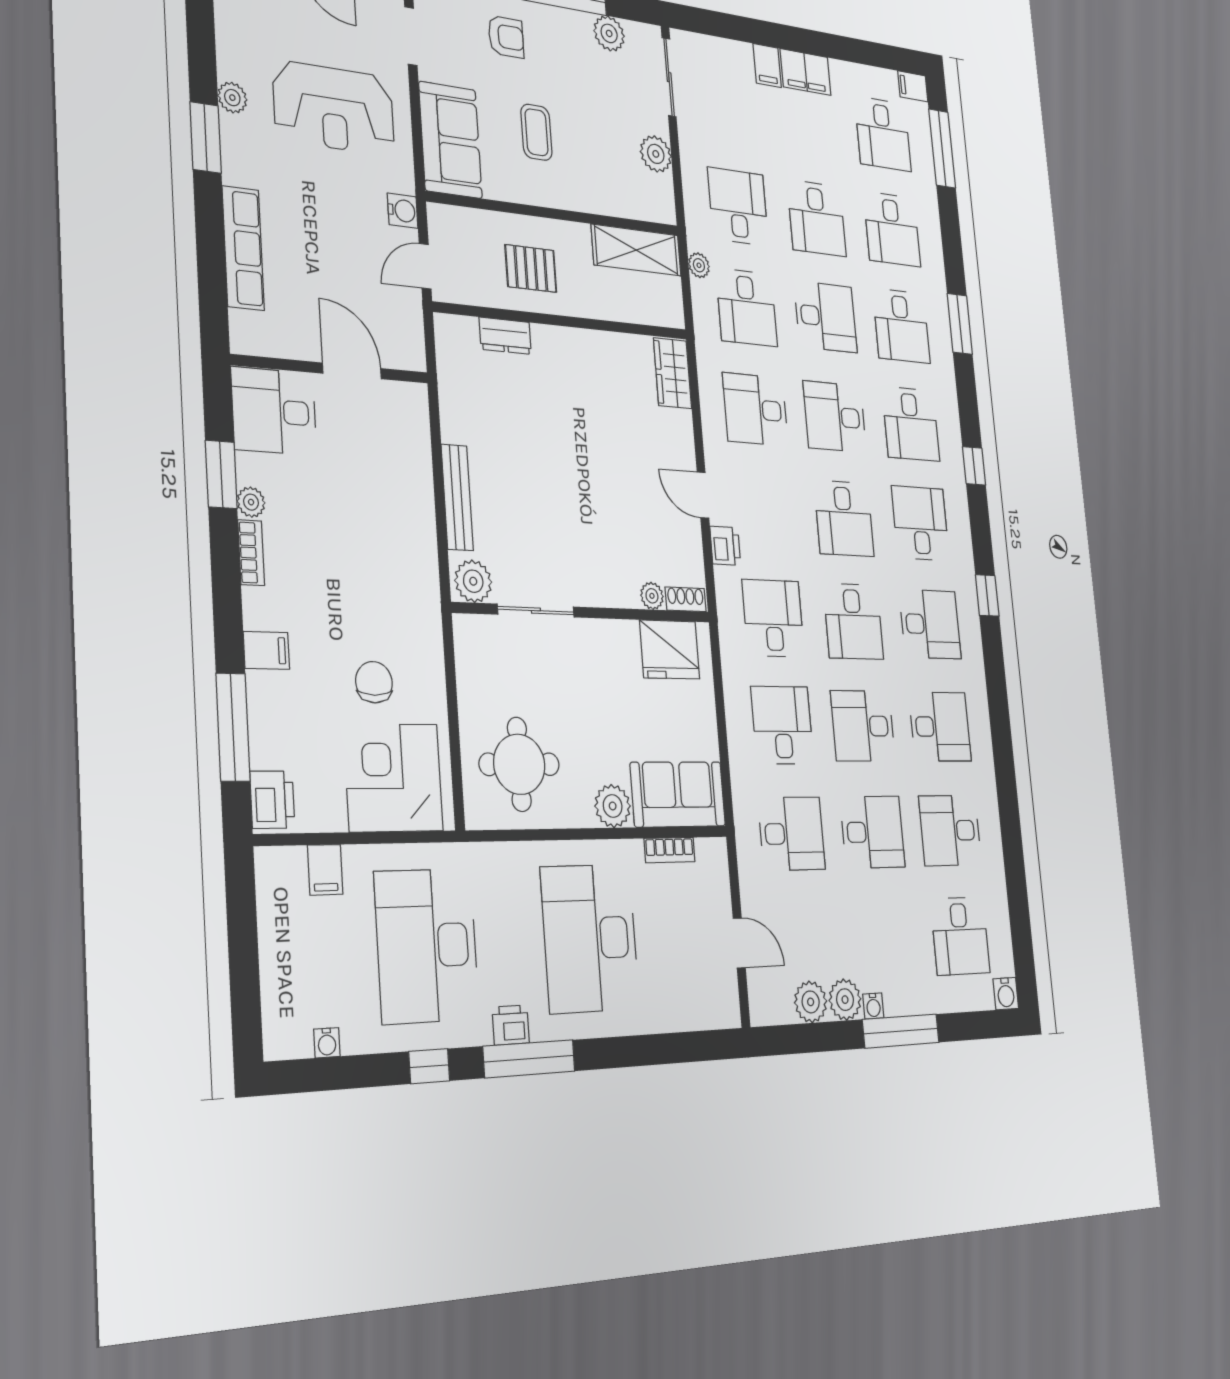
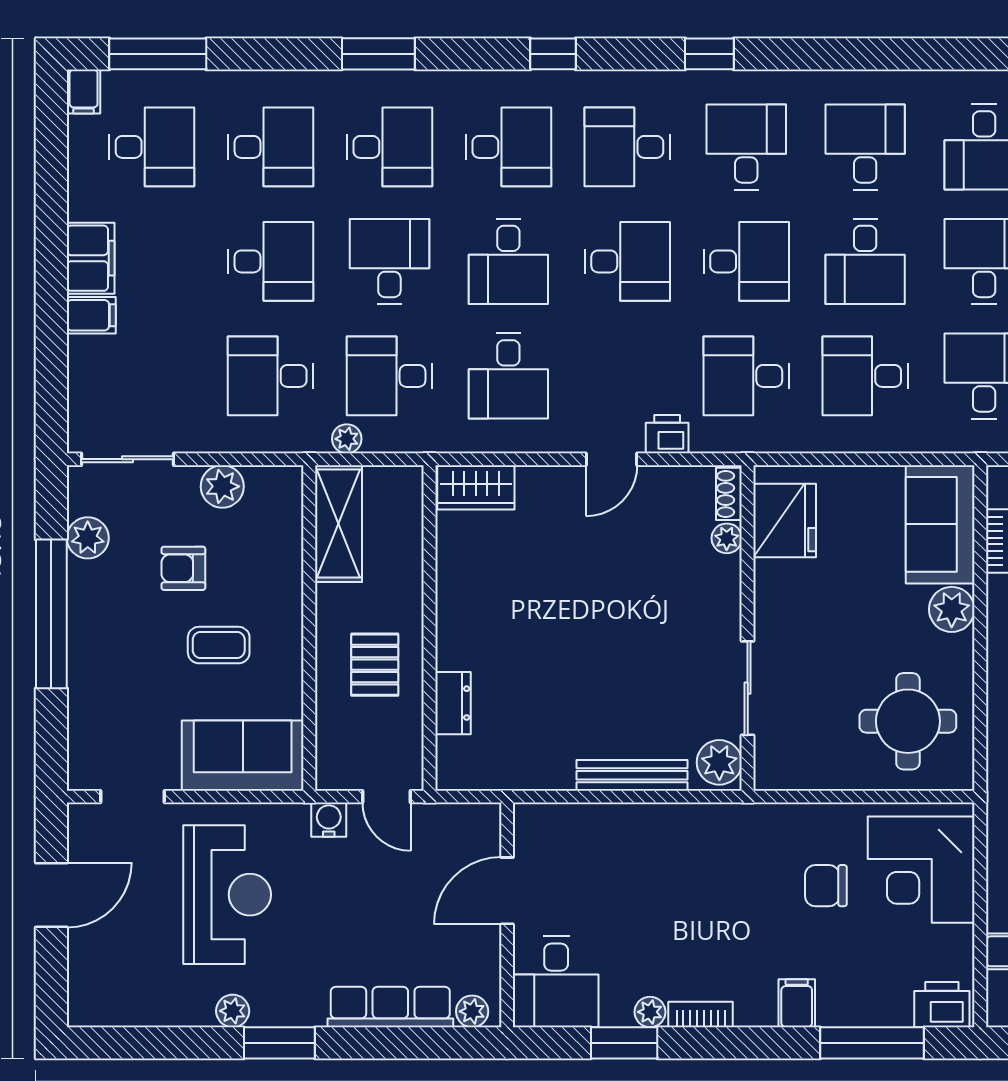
armchair: (506, 37) -> (183, 568), moved, turned -90
desk: (747, 307) -> (389, 376), turned 180
plant: (243, 327) -> (472, 1011), added

